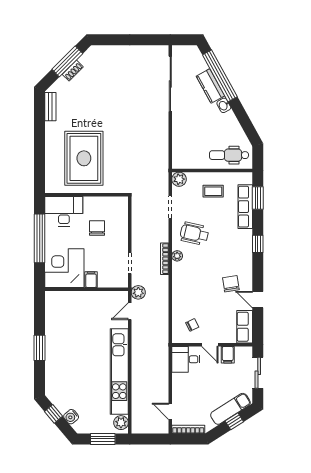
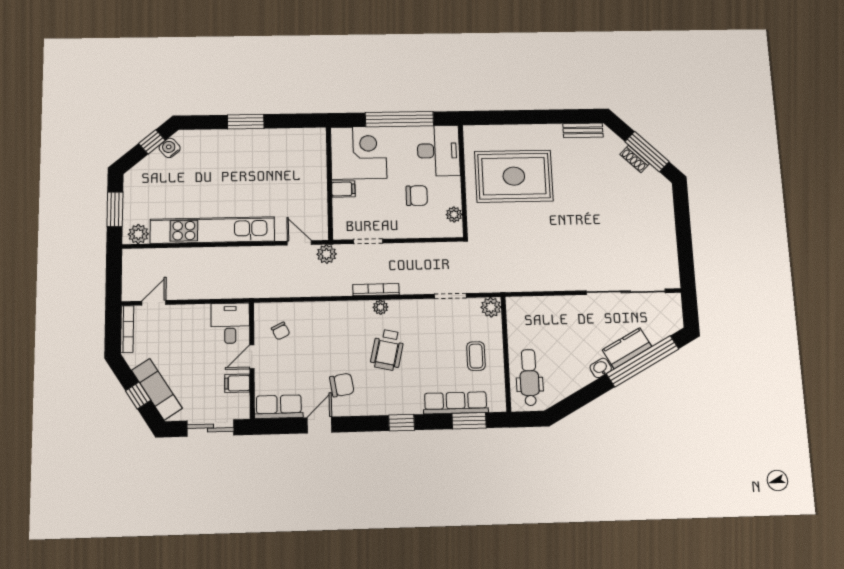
plant: (111, 202) -> (454, 215), added
wheelchair: (194, 234) -> (387, 350), moved, turned 180
water cooler: (71, 417) -> (170, 148), moved

